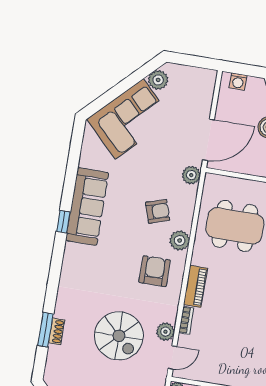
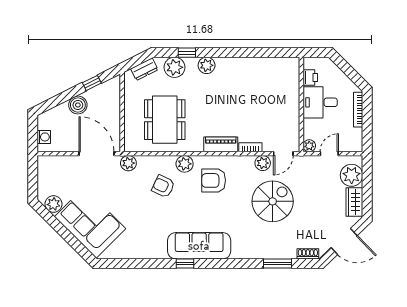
sofa: (87, 207) -> (199, 246), moved
armchair: (158, 211) -> (163, 186), turned -47
shoe rack: (57, 331) -> (308, 254), moved
door: (172, 358) -> (283, 154), swing flipped

